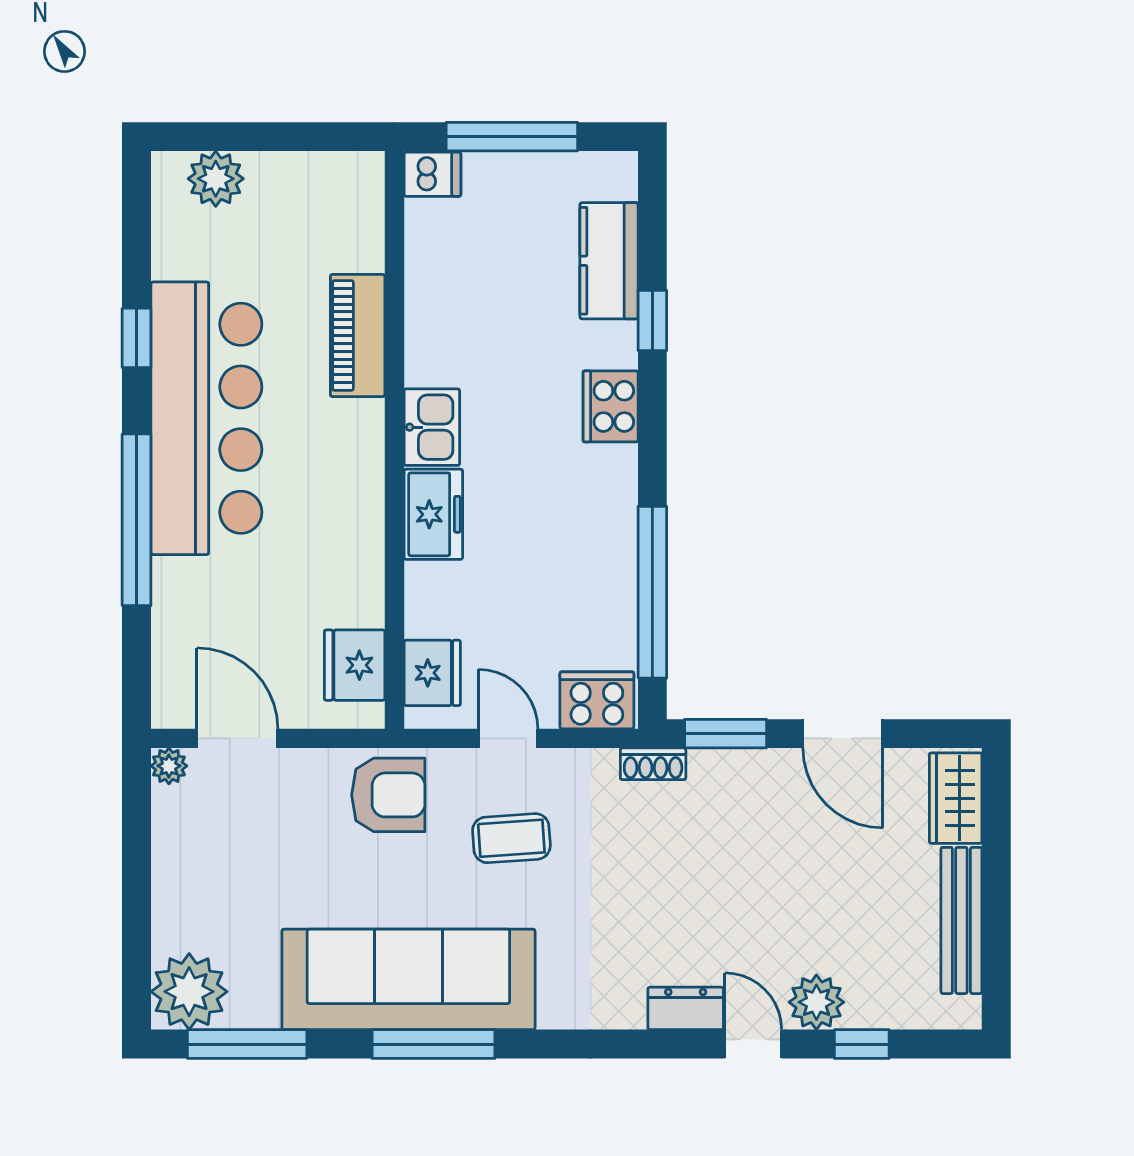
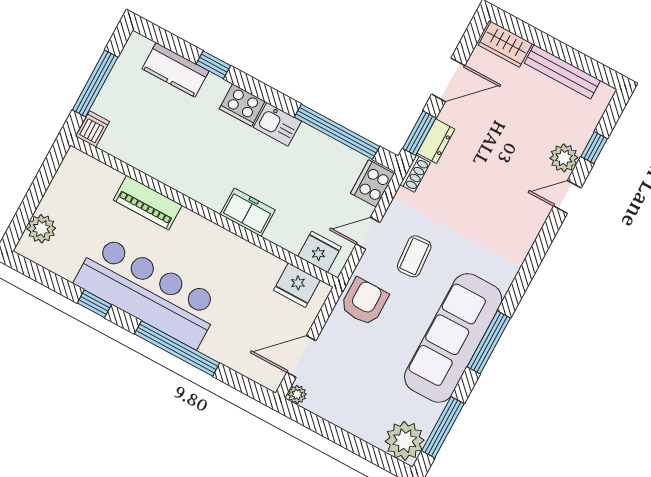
kitchen sink: (432, 427) -> (277, 124), moved, turned 180
dresser: (686, 1008) -> (436, 141), moved, turned 180

